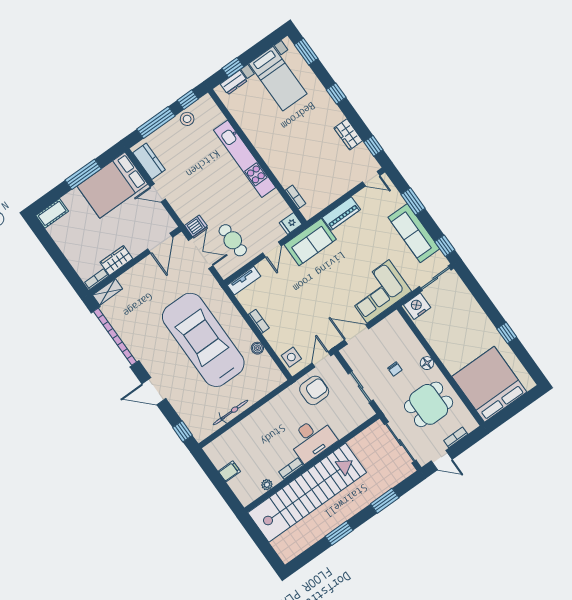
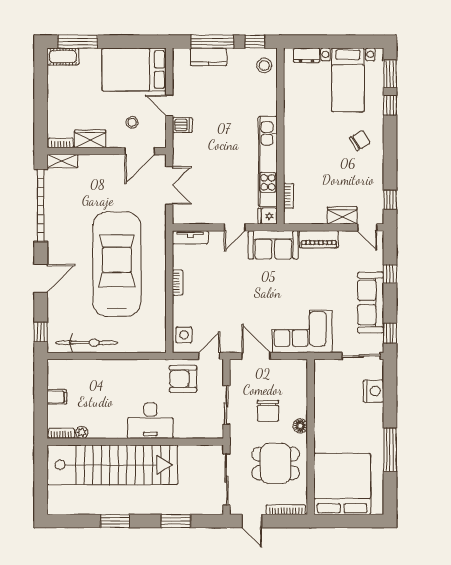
window: (233, 68) -> (315, 42), removed
window: (336, 94) -> (390, 105), moved
chair: (319, 118) -> (360, 141), added
stool: (187, 119) -> (264, 65), moved
wardrobe: (348, 134) -> (342, 216), moved, turned 90
kitchen unit: (245, 159) -> (268, 162), moved
kitchen counter: (149, 161) -> (208, 57), moved, turned 90
window: (83, 174) -> (78, 42), moved
window: (413, 201) -> (390, 274), width x0.67
stool: (139, 226) -> (132, 122), added
dishwasher: (196, 226) -> (182, 125), moved
cafe table: (233, 240) -> (206, 194), removed
nightstand: (417, 306) -> (374, 391), moved, turned 90
window: (507, 333) -> (390, 450), width x2.17
boiler: (257, 348) -> (160, 305), removed
chair: (395, 369) -> (268, 411), width x1.87, depth x1.87
armchair: (314, 390) -> (183, 379), turned 180
door: (154, 391) -> (41, 278), swing flipped
bicycle: (230, 413) -> (87, 343), width x1.37, depth x1.40
bookcase: (456, 437) -> (286, 510), width x1.56
bookcase: (291, 469) -> (61, 433), moved

